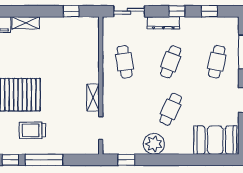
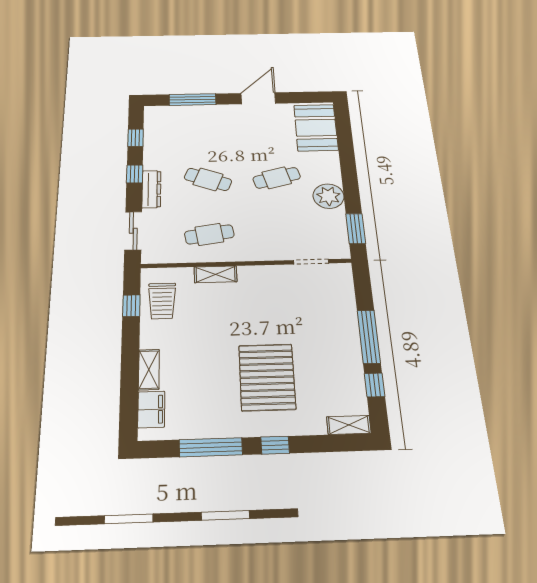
cafe table: (217, 62) -> (207, 128), removed
shelving: (93, 98) -> (216, 274), moved
cafe table: (171, 109) -> (277, 178), turned -39
trolley: (32, 130) -> (162, 301), moved
window: (126, 160) -> (356, 229), width x1.50

